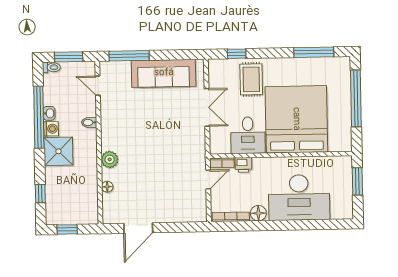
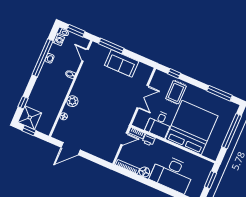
sofa: (164, 73) -> (122, 63), width x0.73
washing machine: (51, 129) -> (59, 40), moved
shower: (58, 151) -> (30, 118), moved

